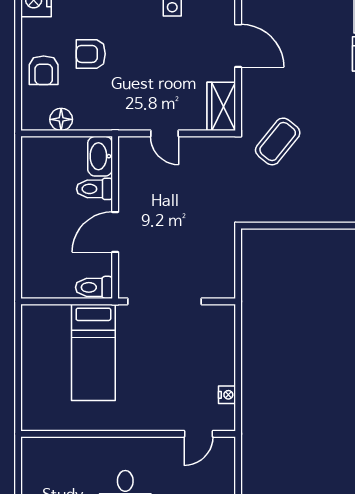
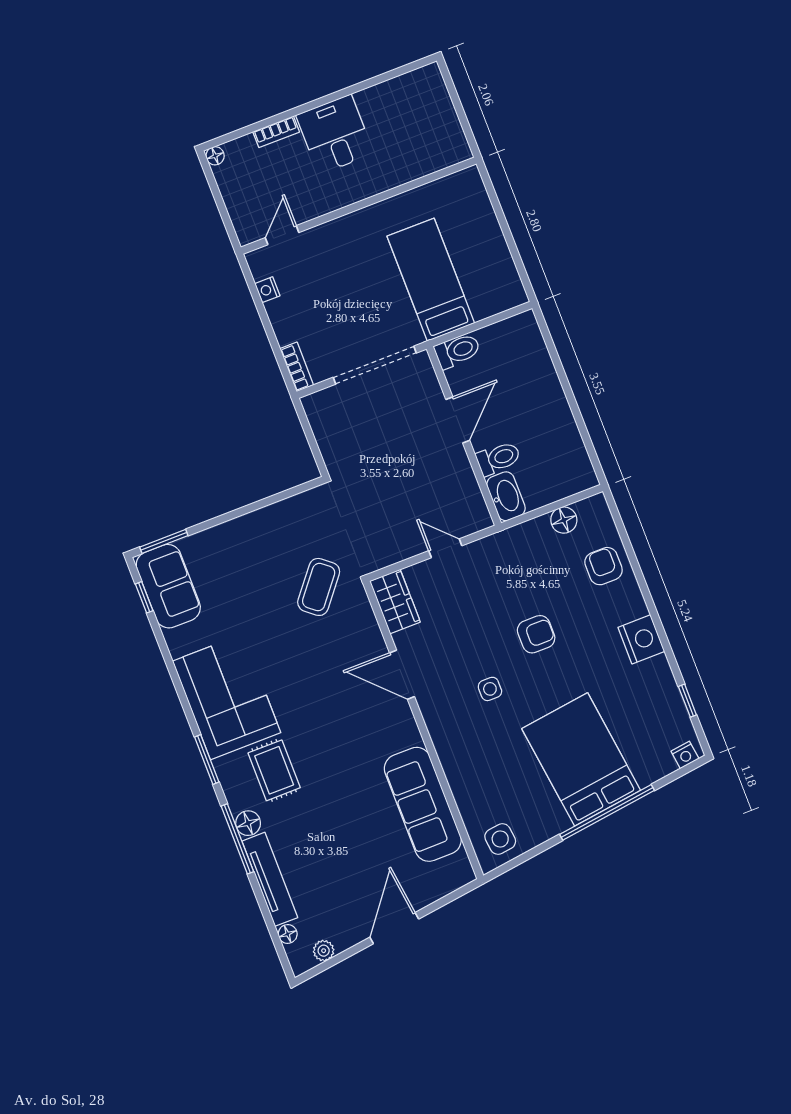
armchair: (91, 54) -> (536, 634), moved
bookcase: (227, 324) -> (297, 367), added

